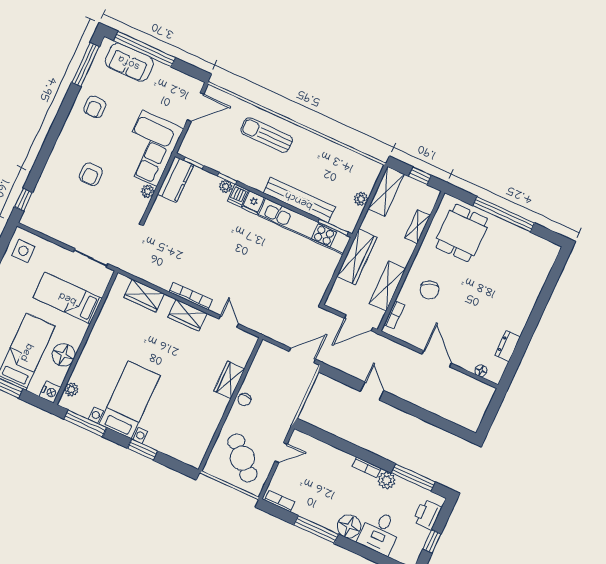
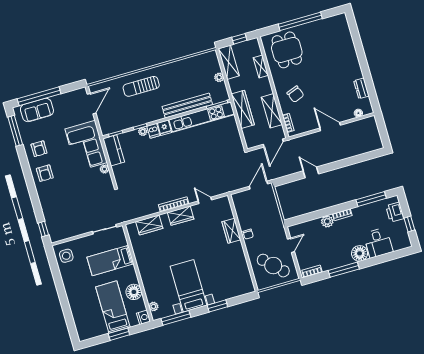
armchair: (91, 174) -> (45, 173), moved
plant: (387, 480) -> (327, 221), moved

